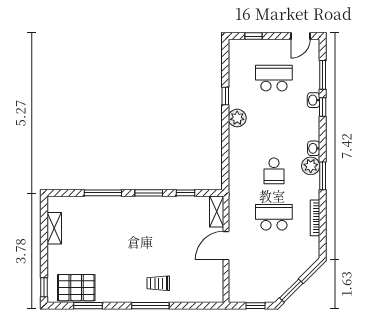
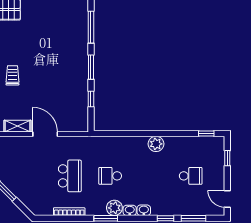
school desk: (274, 78) -> (191, 176), width x0.54
window: (225, 96) -> (206, 134), moved
washbasin: (314, 100) -> (144, 210), moved
shelving: (217, 211) -> (17, 126), moved

